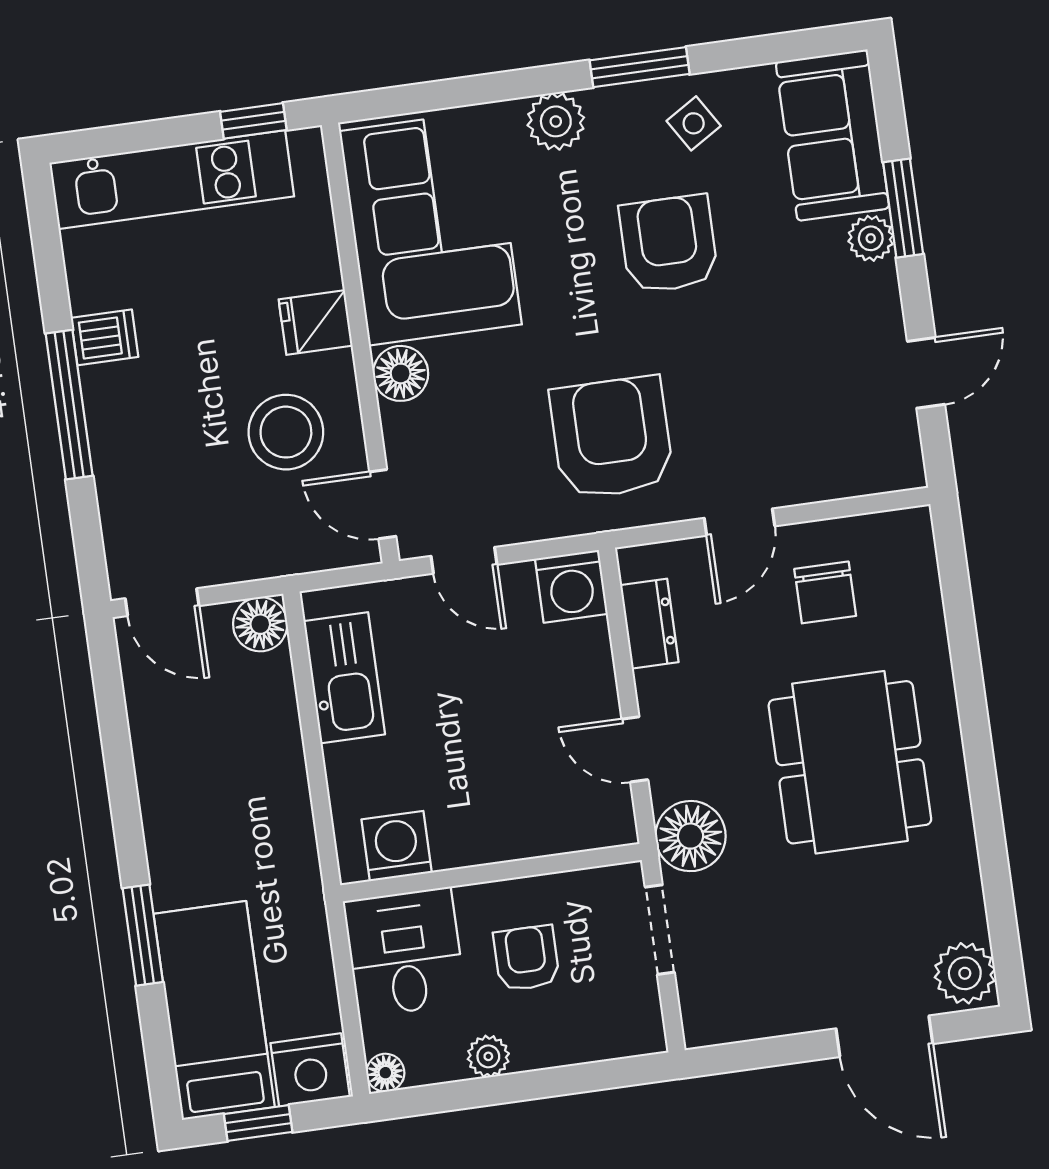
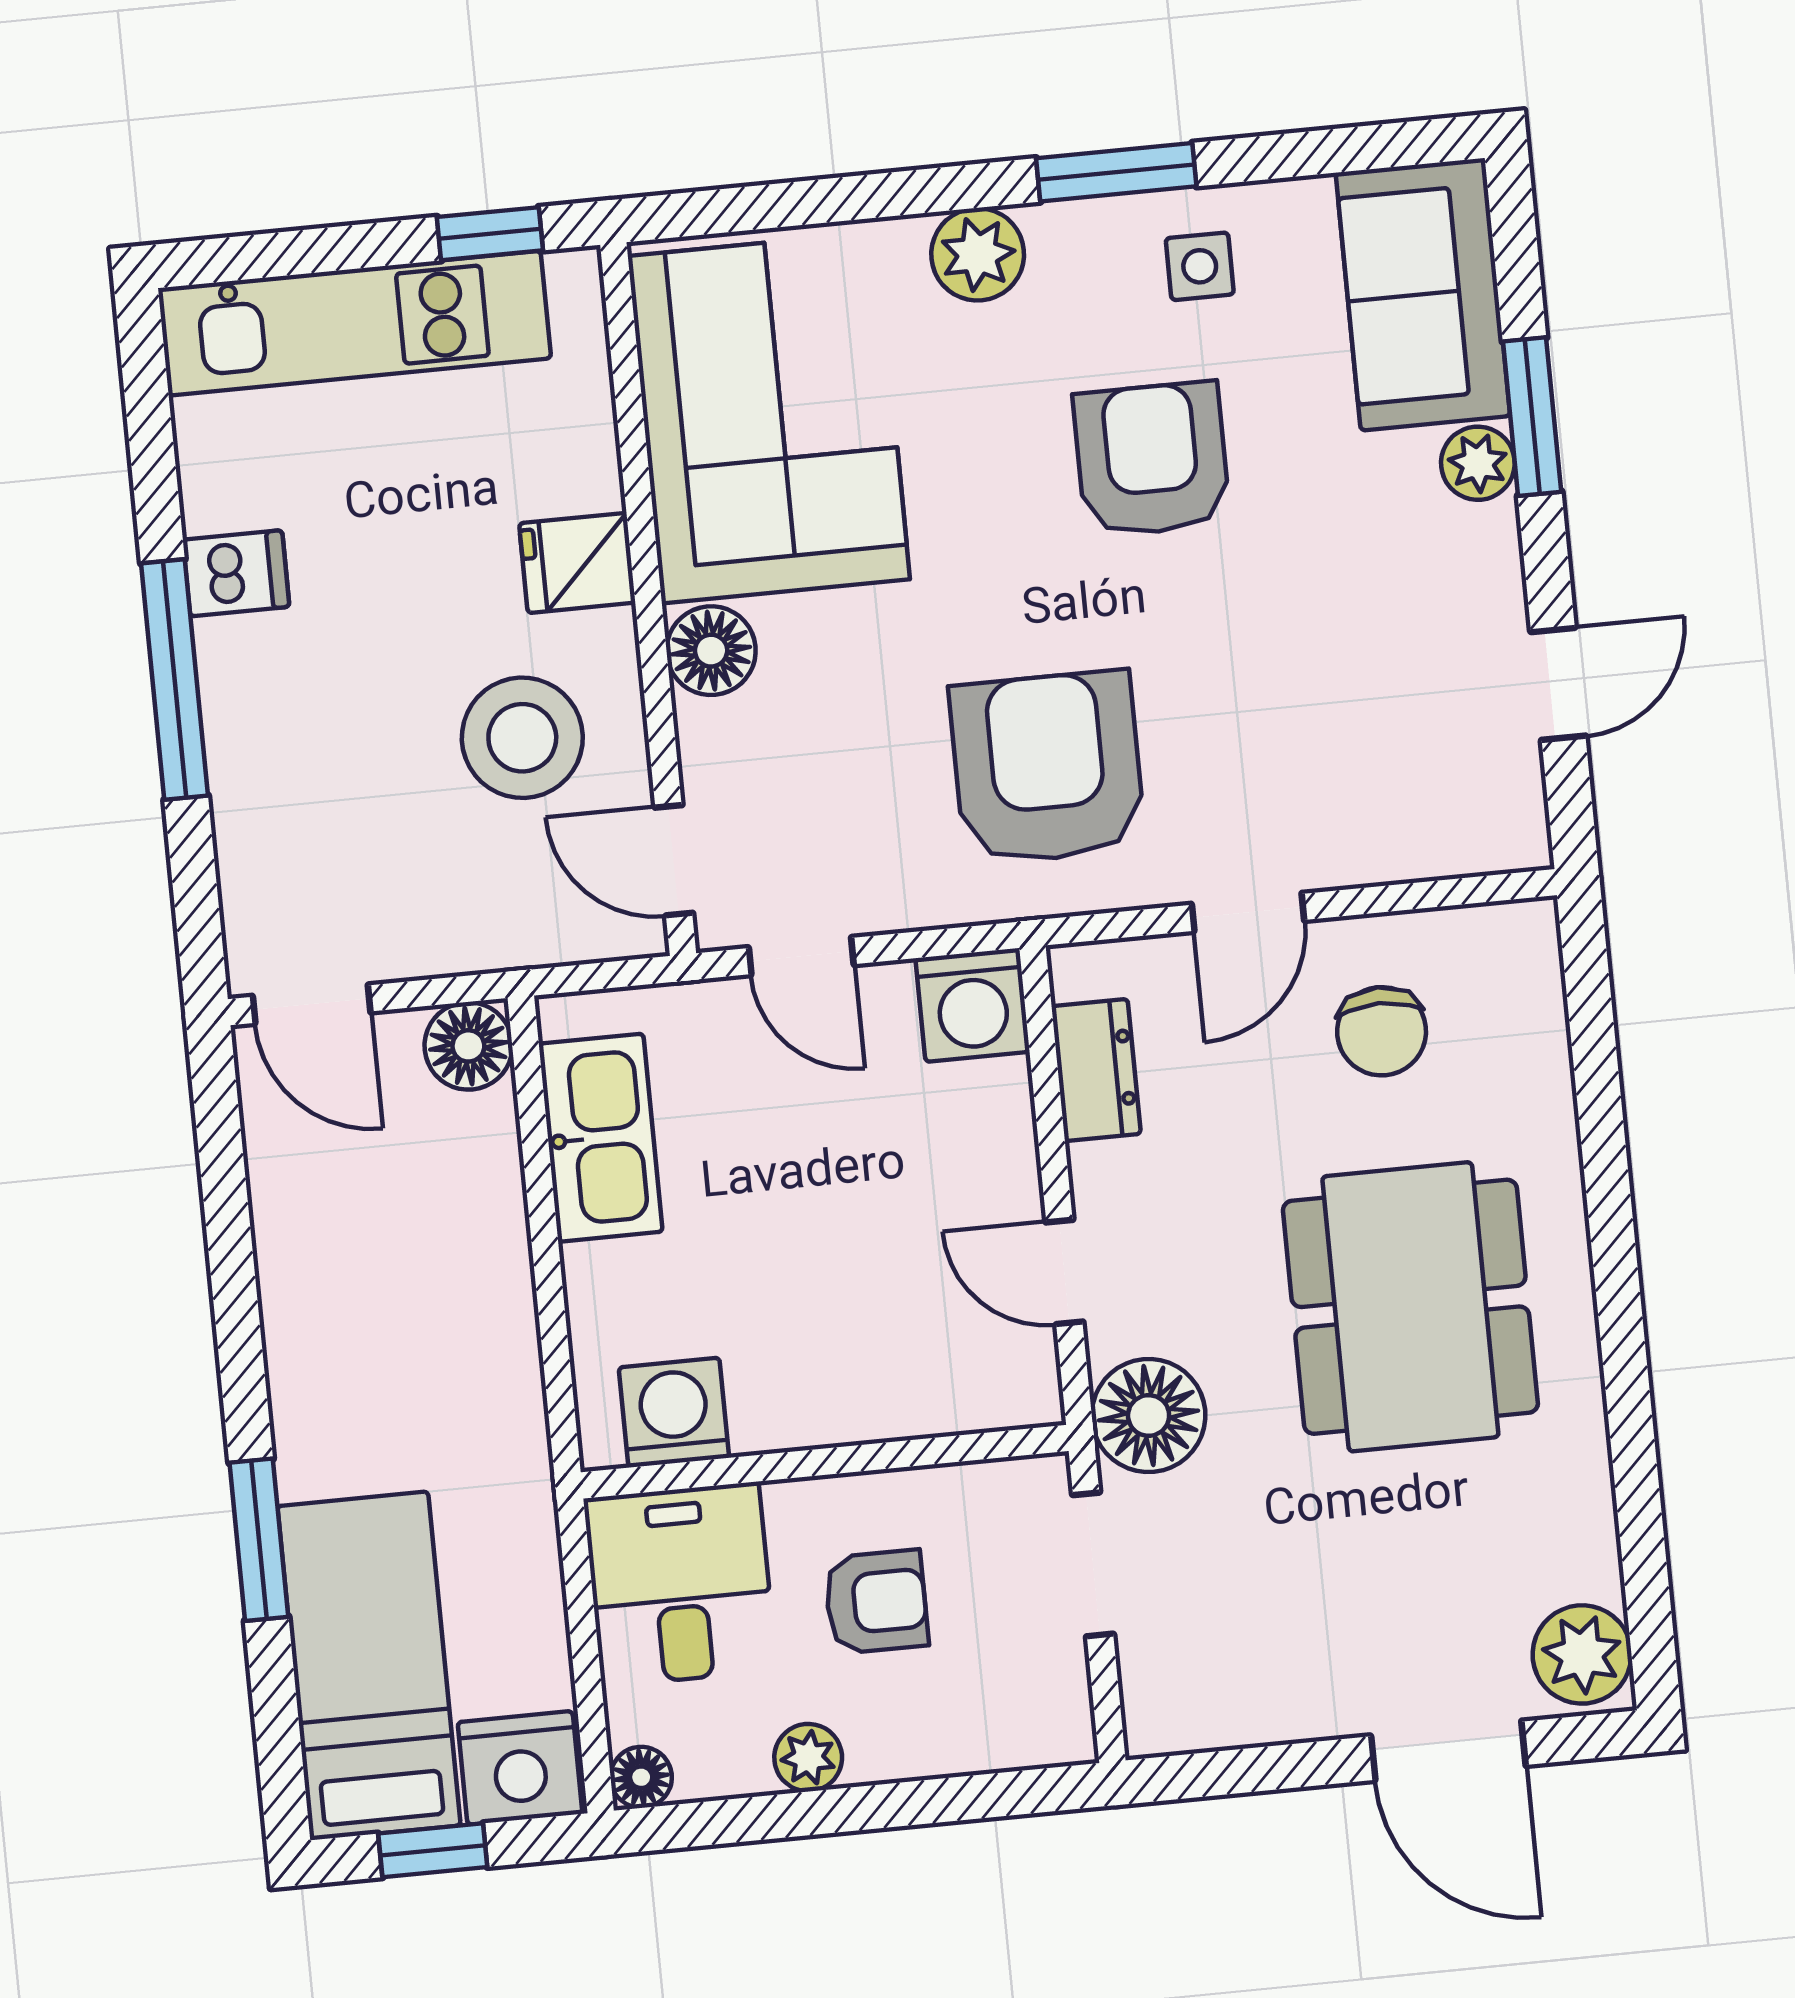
side table: (694, 123) -> (1200, 266), turned 32
armchair: (526, 958) -> (876, 1602), turned 90

